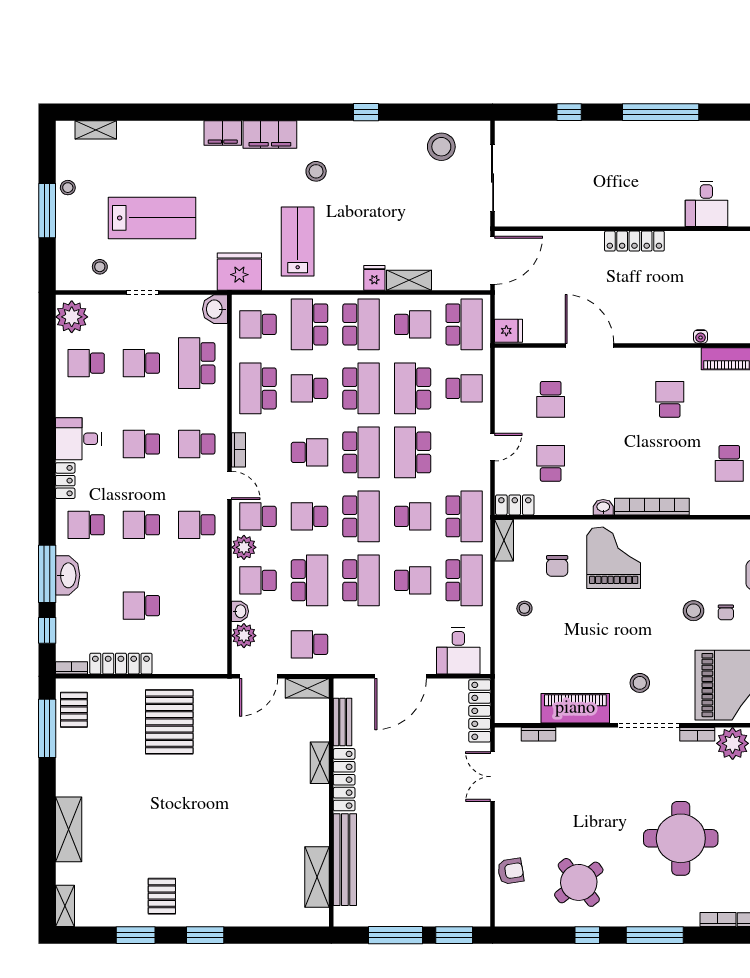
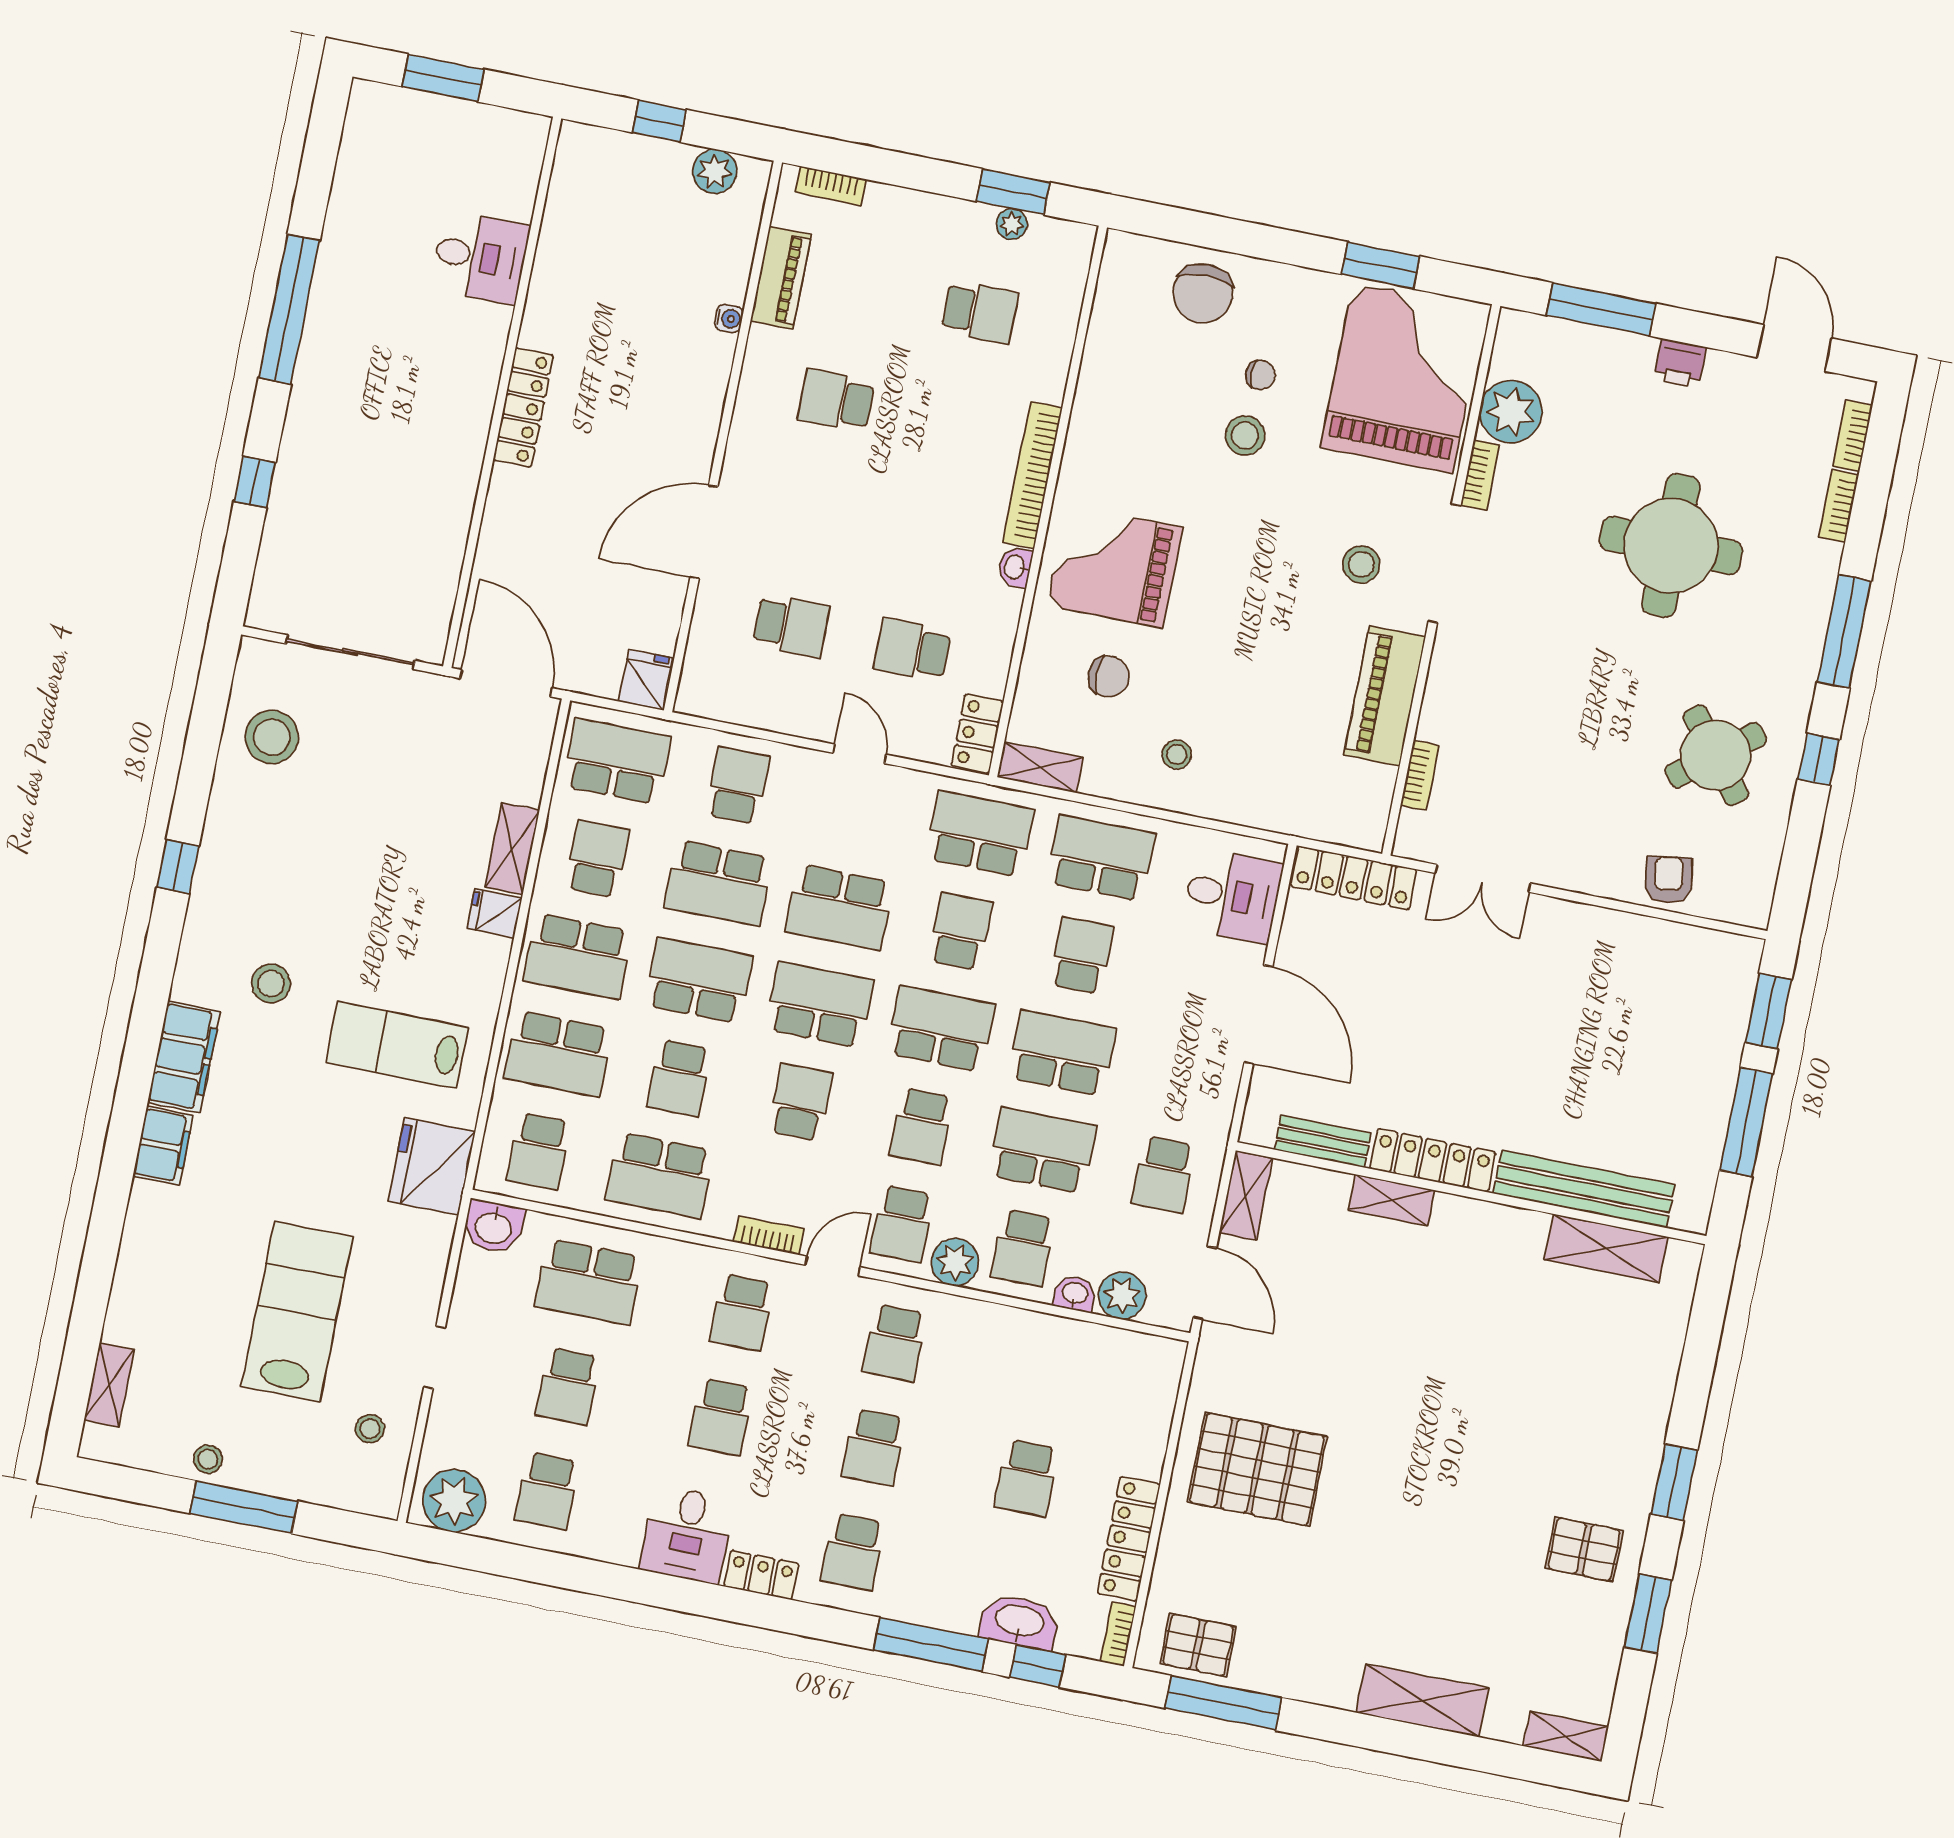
school desk: (361, 324) -> (578, 956), turned 180
washbasin: (68, 575) -> (1019, 1622), moved

